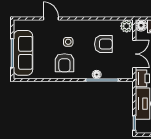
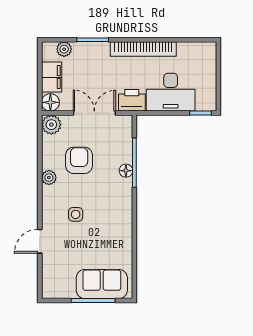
plant: (92, 24) -> (49, 178), added
sofa: (23, 53) -> (102, 284), width x0.73
armchair: (64, 63) -> (108, 220), removed

